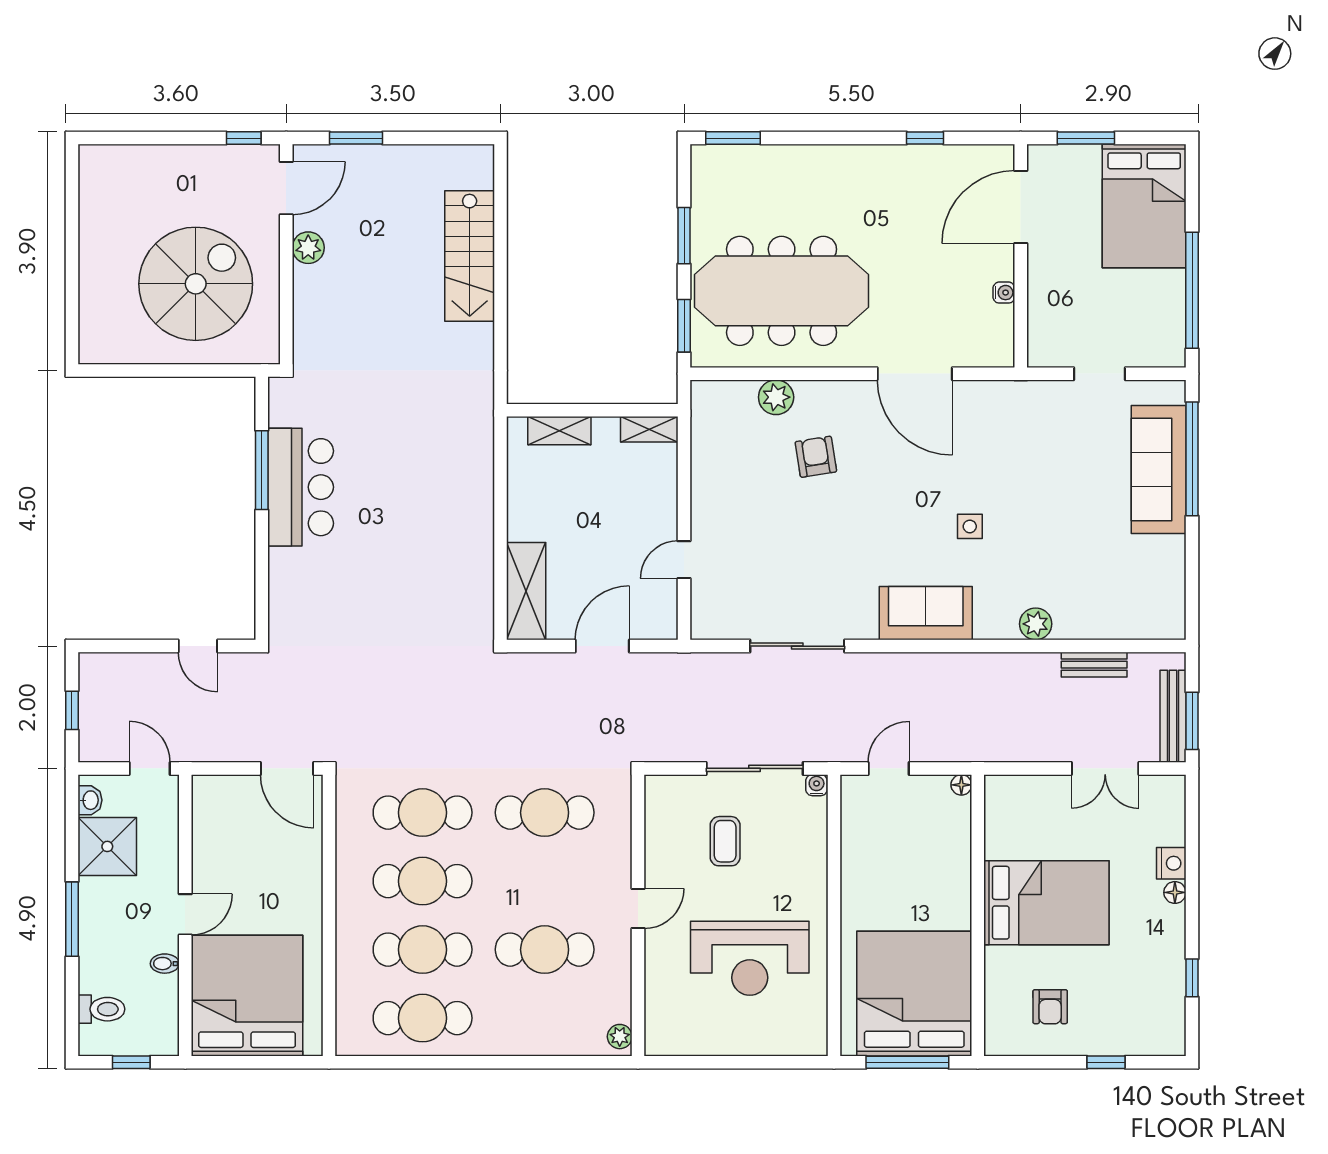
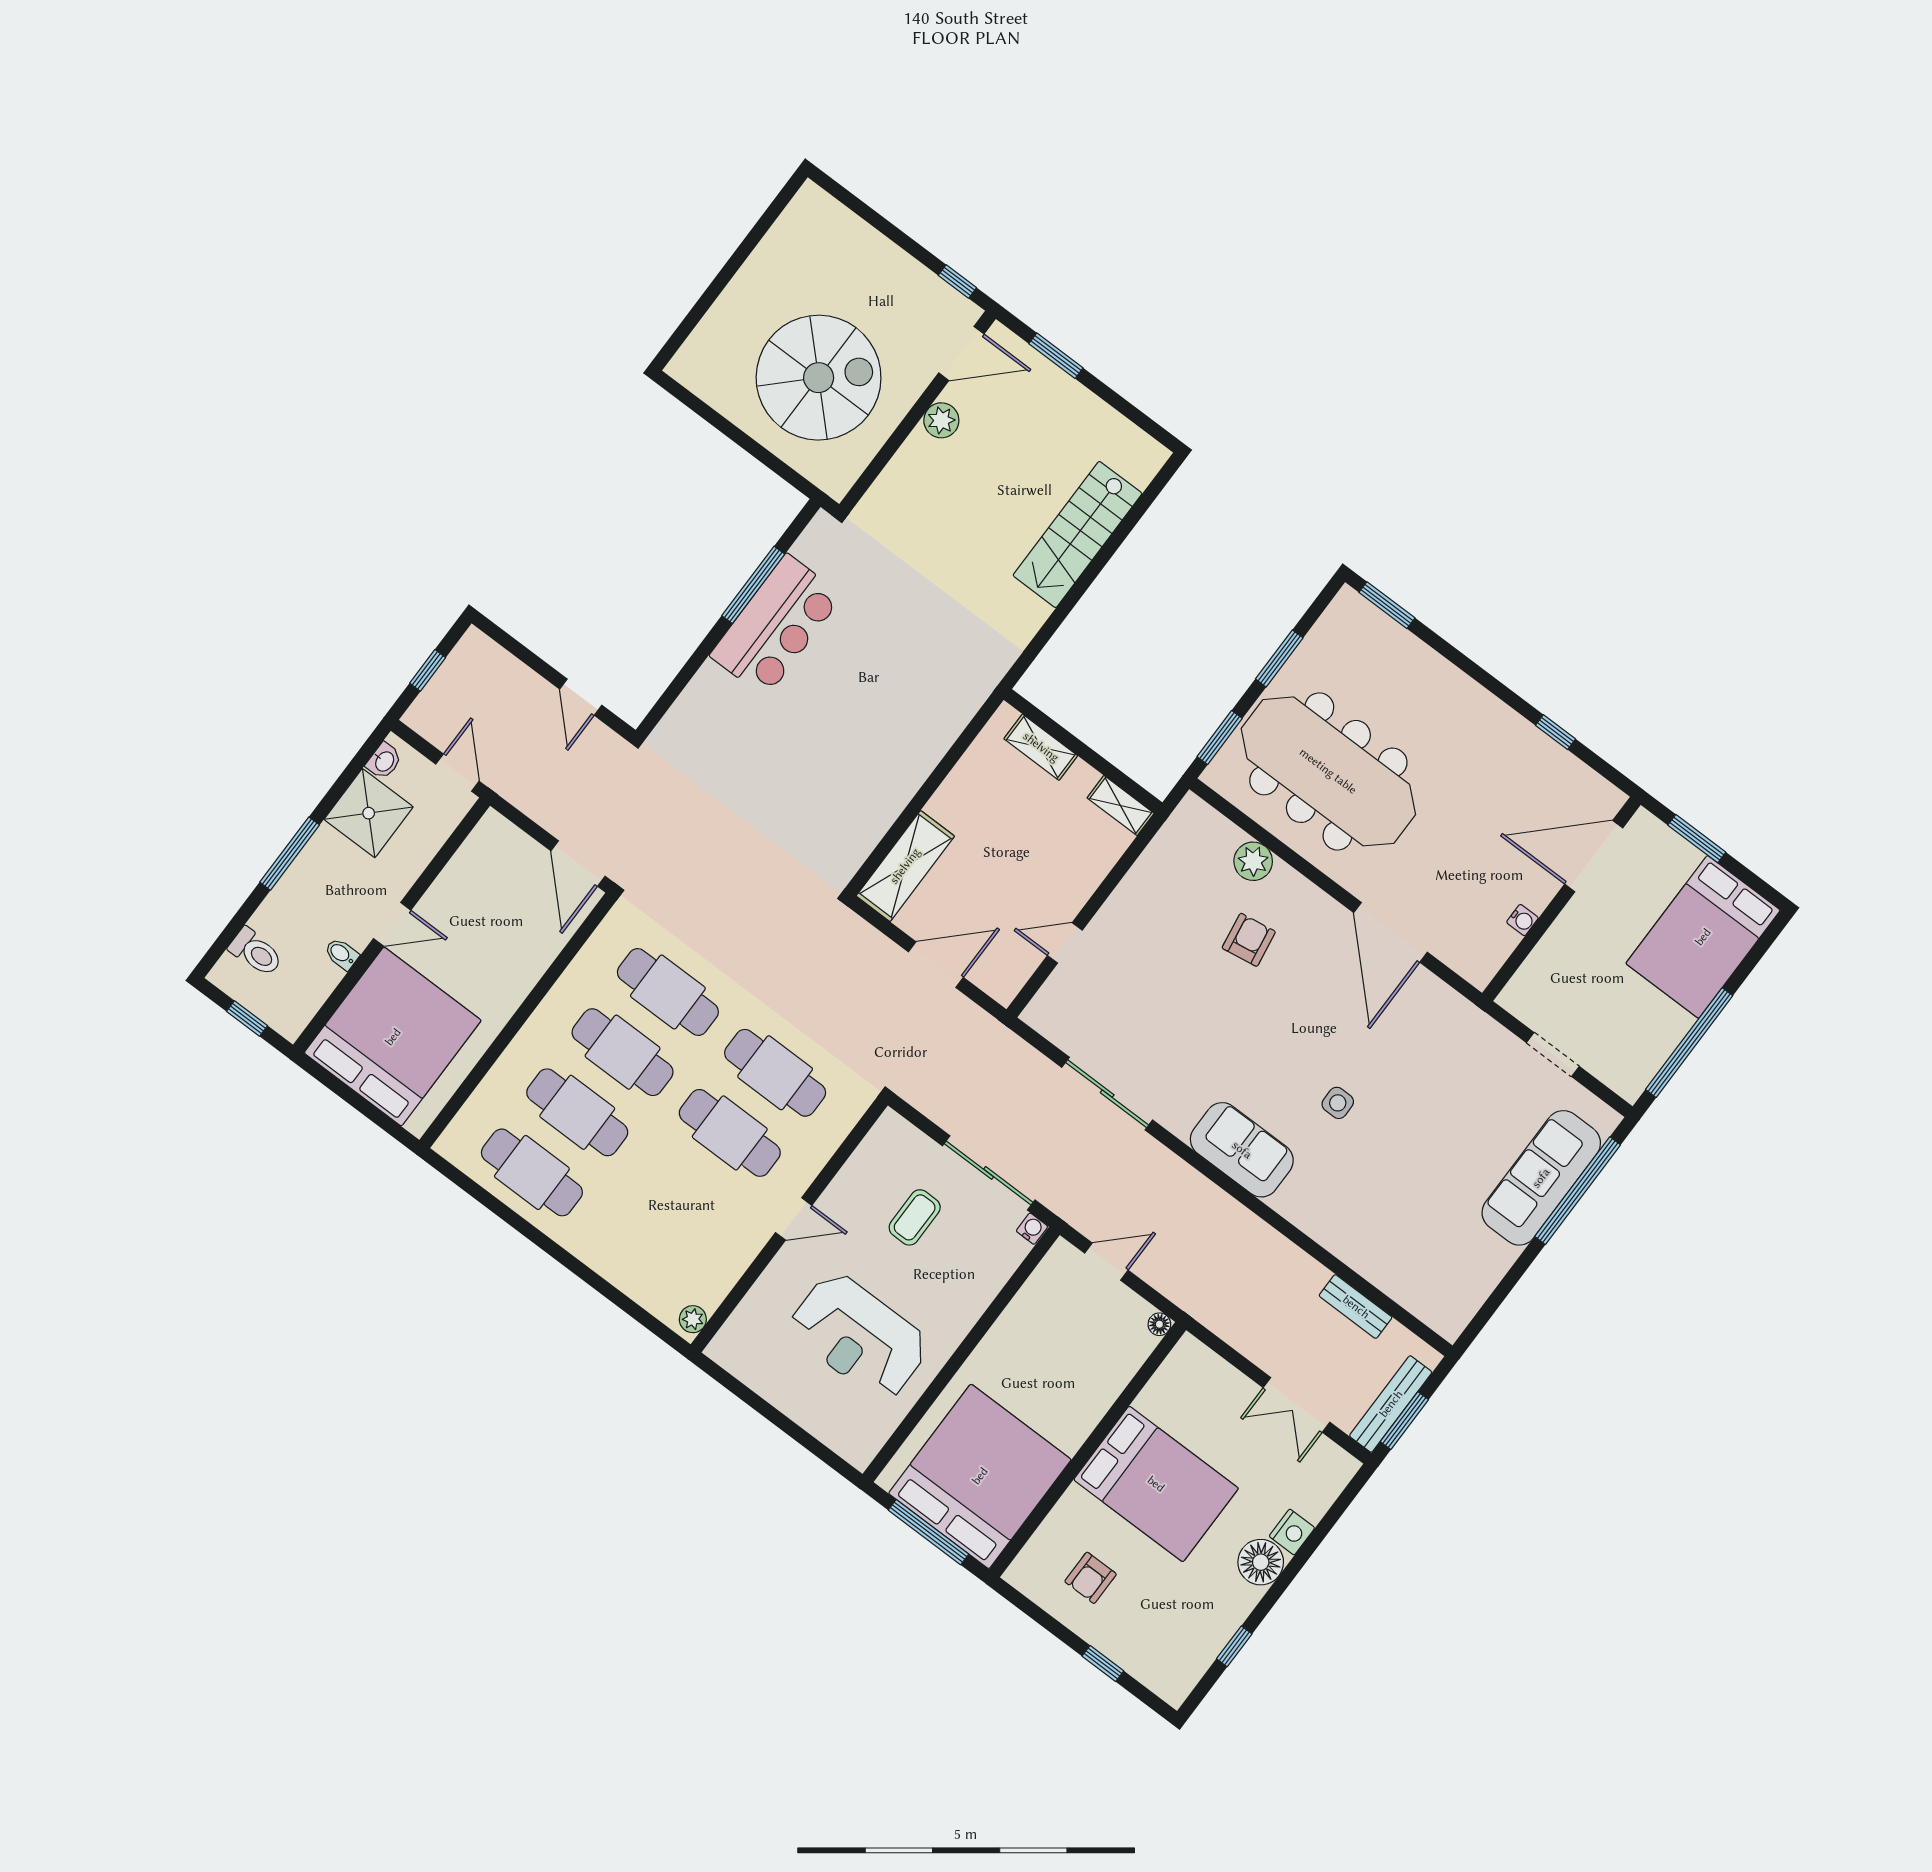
plant: (1036, 624) -> (1331, 1232), removed
floor lamp: (1175, 892) -> (1261, 1562), width x1.89, depth x1.89
cafe table: (545, 950) -> (730, 1133), moved

